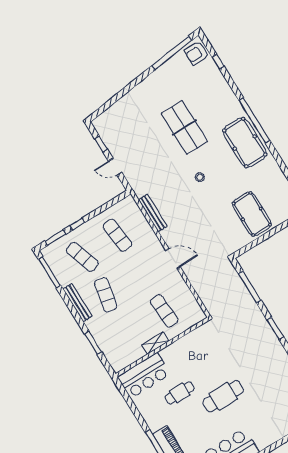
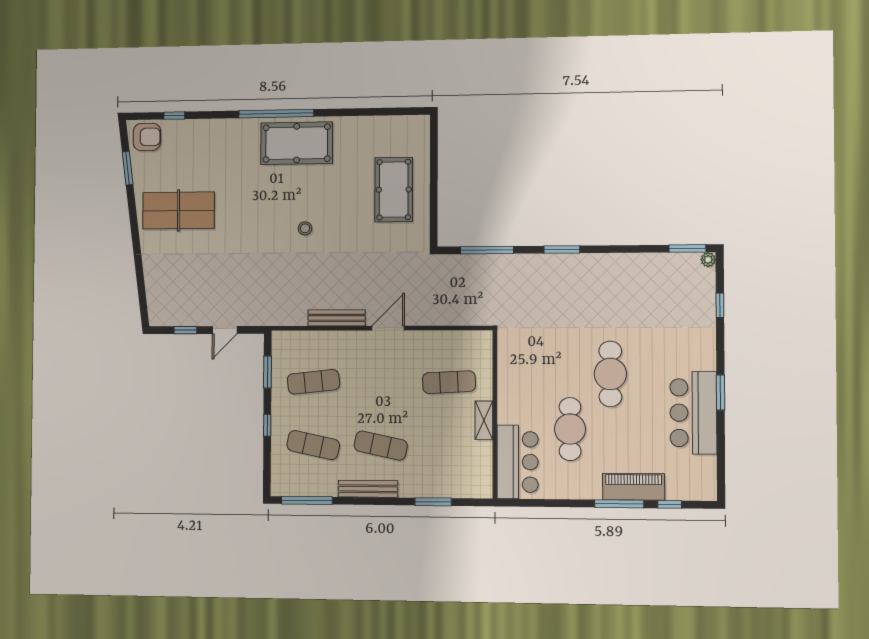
window: (172, 53) -> (128, 168), width x0.47
armchair: (196, 53) -> (147, 137), turned -90
table tennis table: (184, 127) -> (178, 210), moved
bench: (153, 213) -> (337, 318), moved
pool table: (252, 214) -> (394, 190), turned 90
window: (55, 238) -> (268, 372), moved
exercise mat: (82, 257) -> (313, 445), turned 30
cafe table: (180, 393) -> (570, 429), width x1.37, depth x1.35

